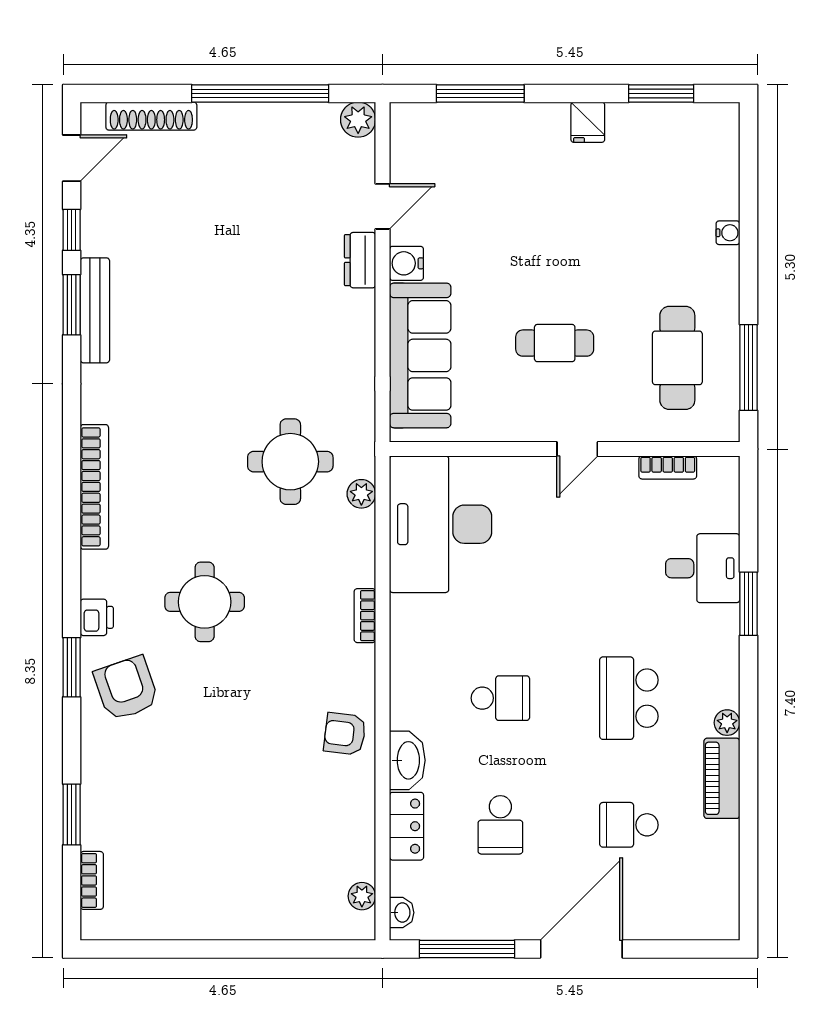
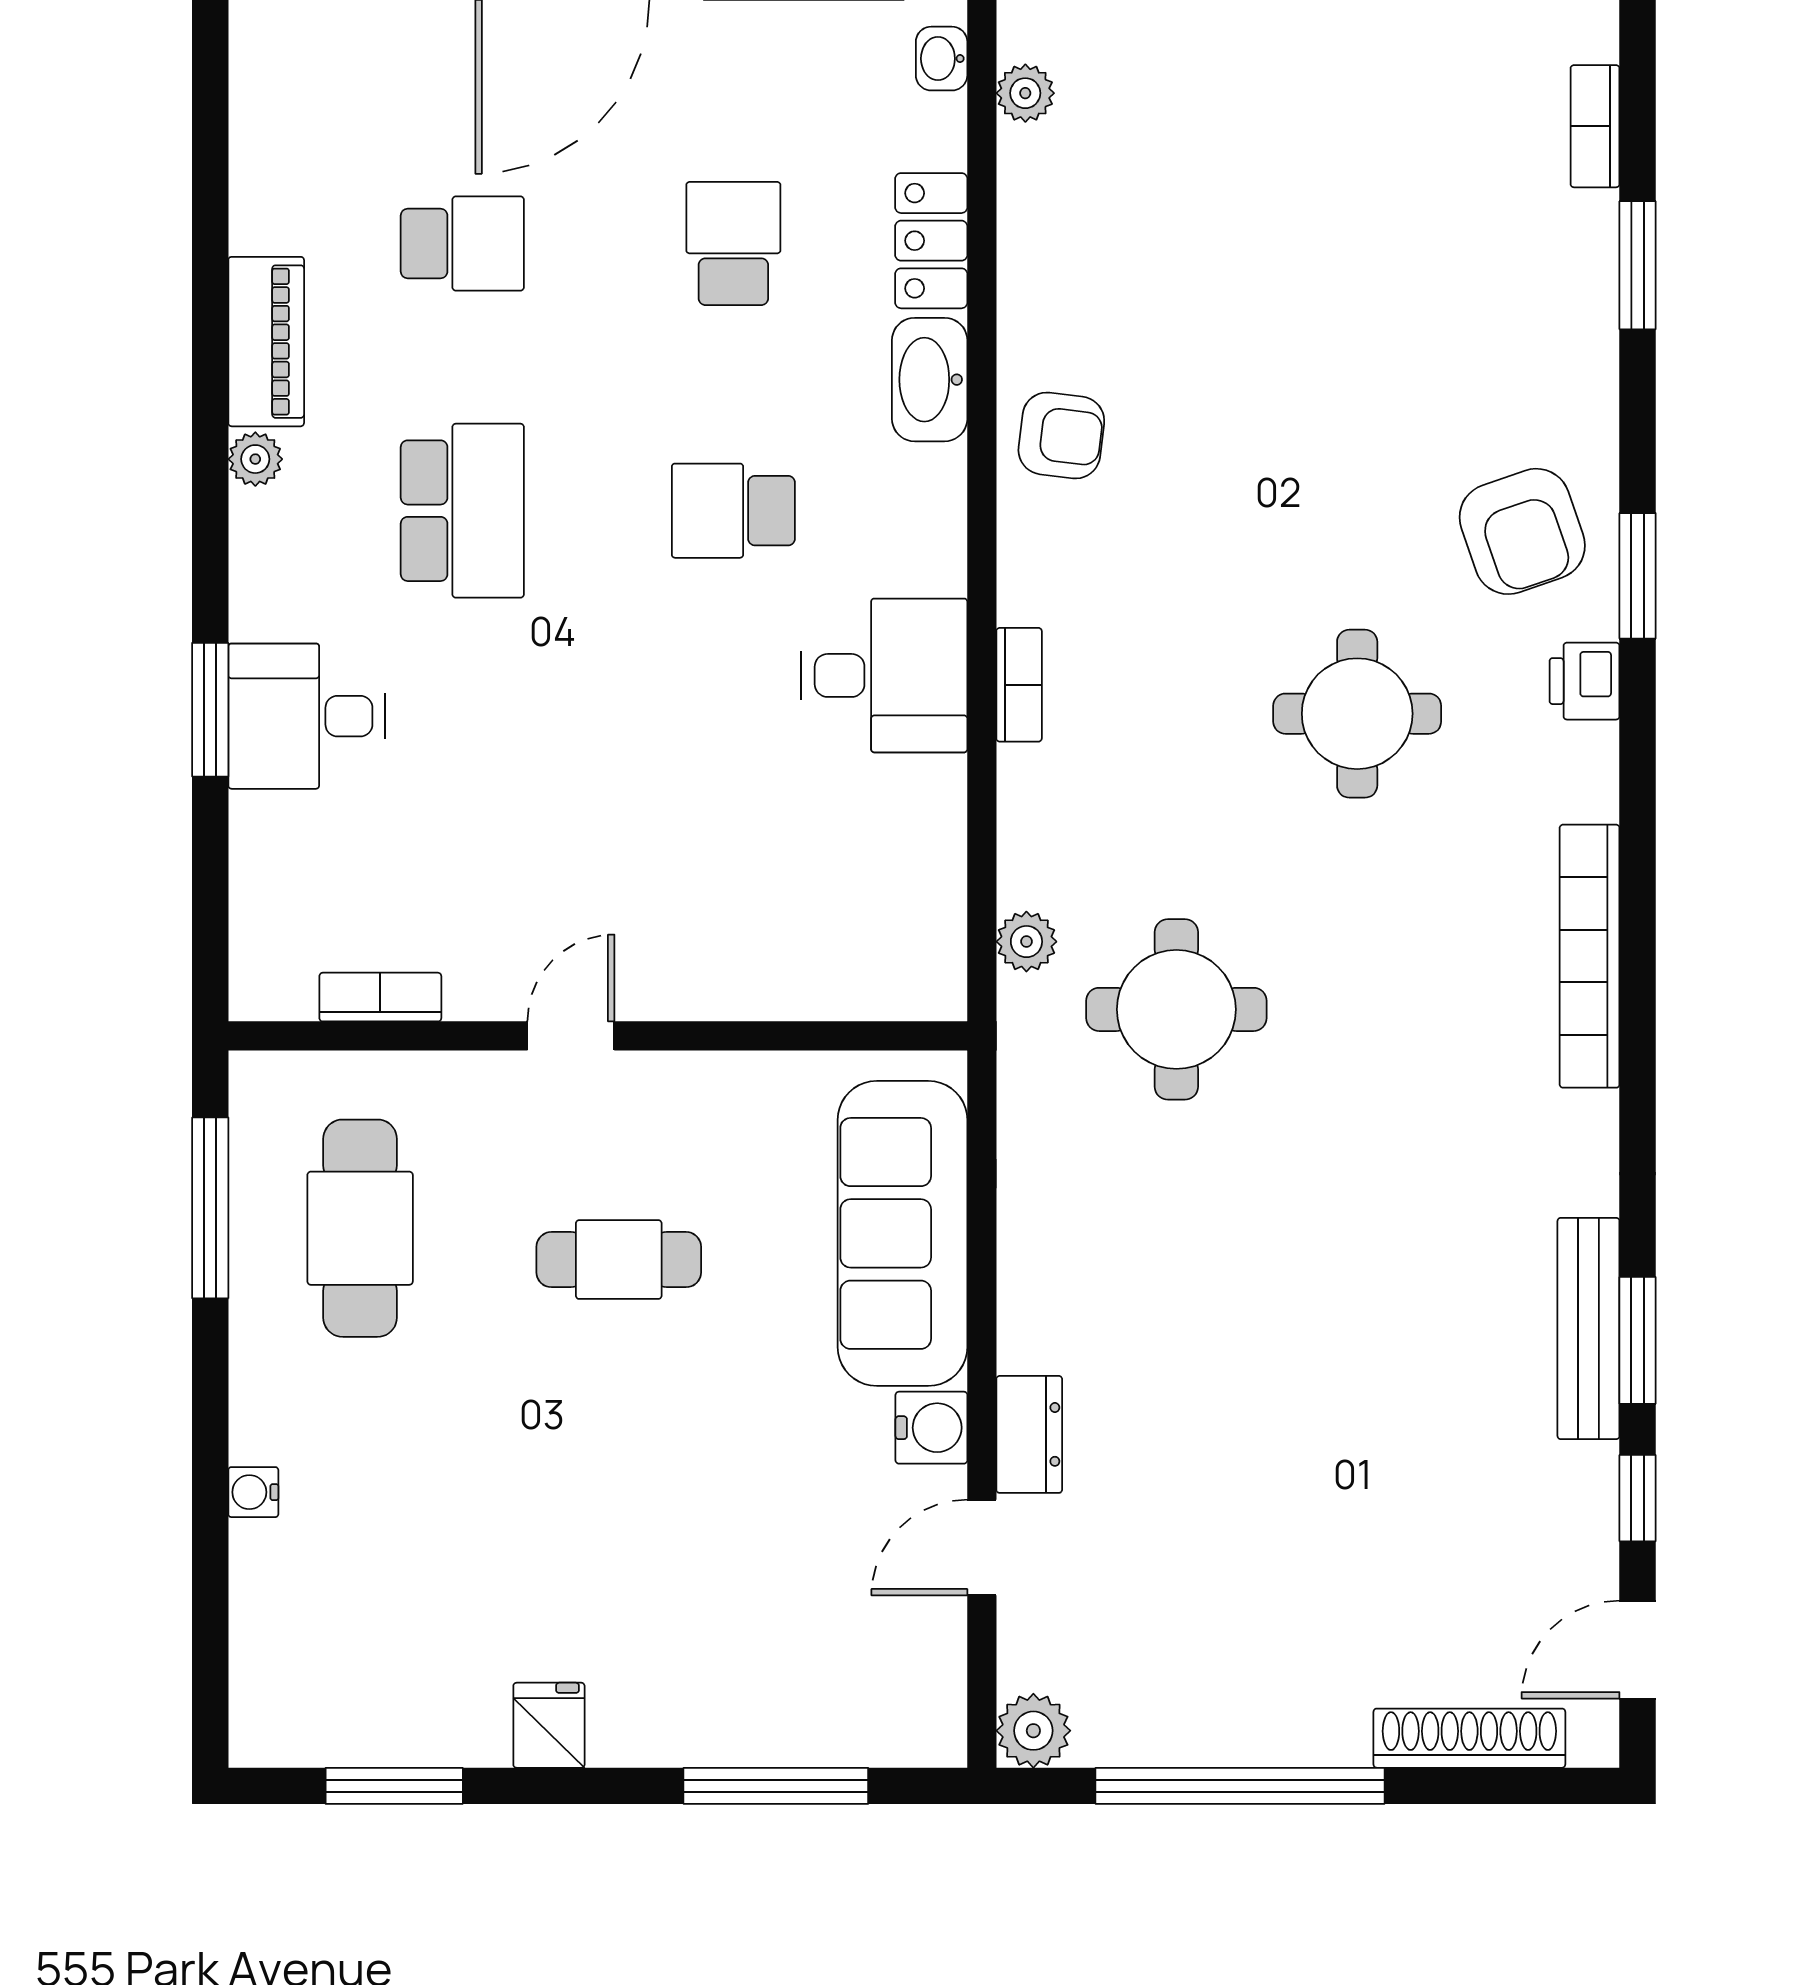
desk: (441, 524) -> (884, 675), moved, width x0.53, depth x0.77
desk: (703, 568) -> (307, 716), moved

